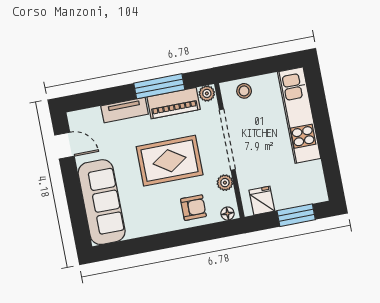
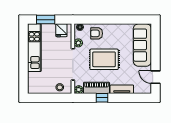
window: (159, 86) -> (102, 98), width x0.46
kitchen unit: (299, 115) -> (34, 48), moved

